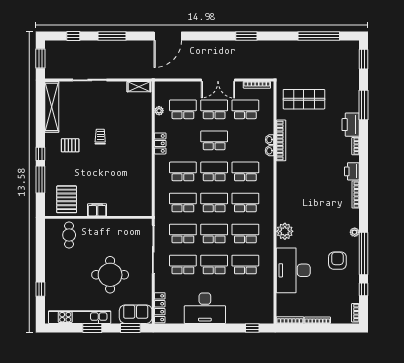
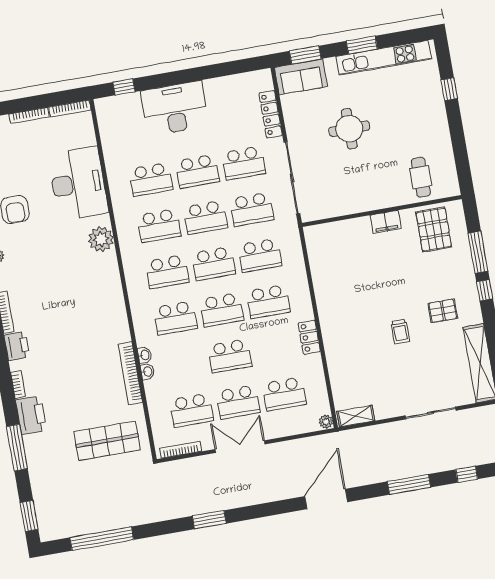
plant: (159, 111) -> (326, 422), moved
round table: (110, 275) -> (349, 129), width x0.73, depth x0.73
locker: (160, 308) -> (271, 114), moved
desk: (205, 308) -> (175, 108), moved

